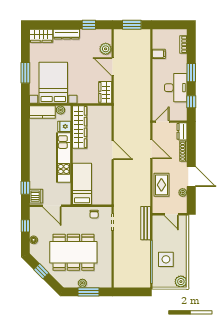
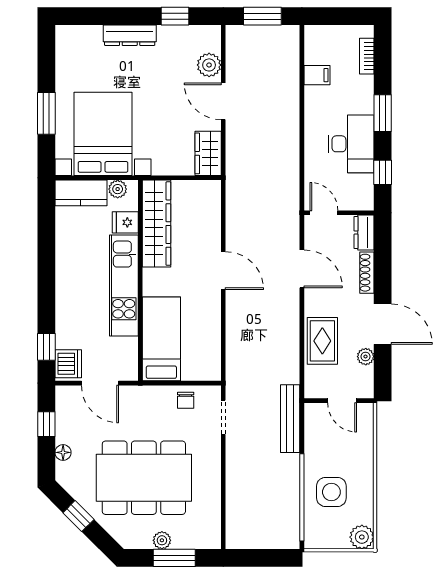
wardrobe: (41, 36) -> (78, 38), removed
door: (162, 122) -> (324, 213), hinge flipped

